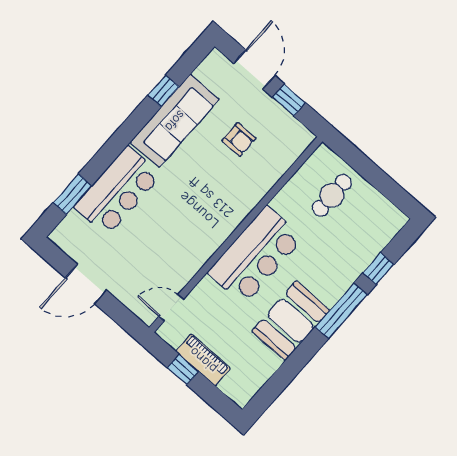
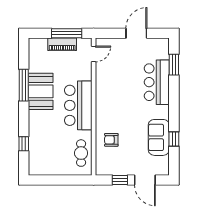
sofa: (175, 121) -> (159, 137), width x0.73
armchair: (239, 139) -> (111, 140), moved
cafe table: (332, 195) -> (81, 153), moved
window: (341, 311) -> (24, 85), moved
window: (183, 370) -> (67, 33), width x2.17

